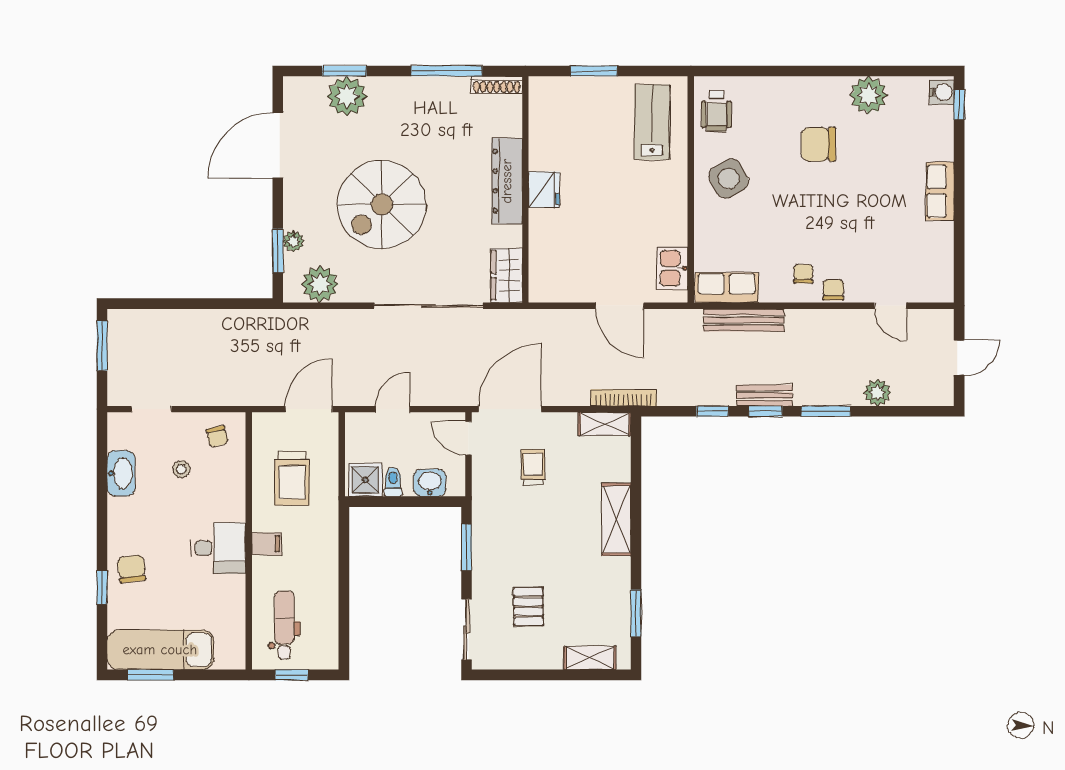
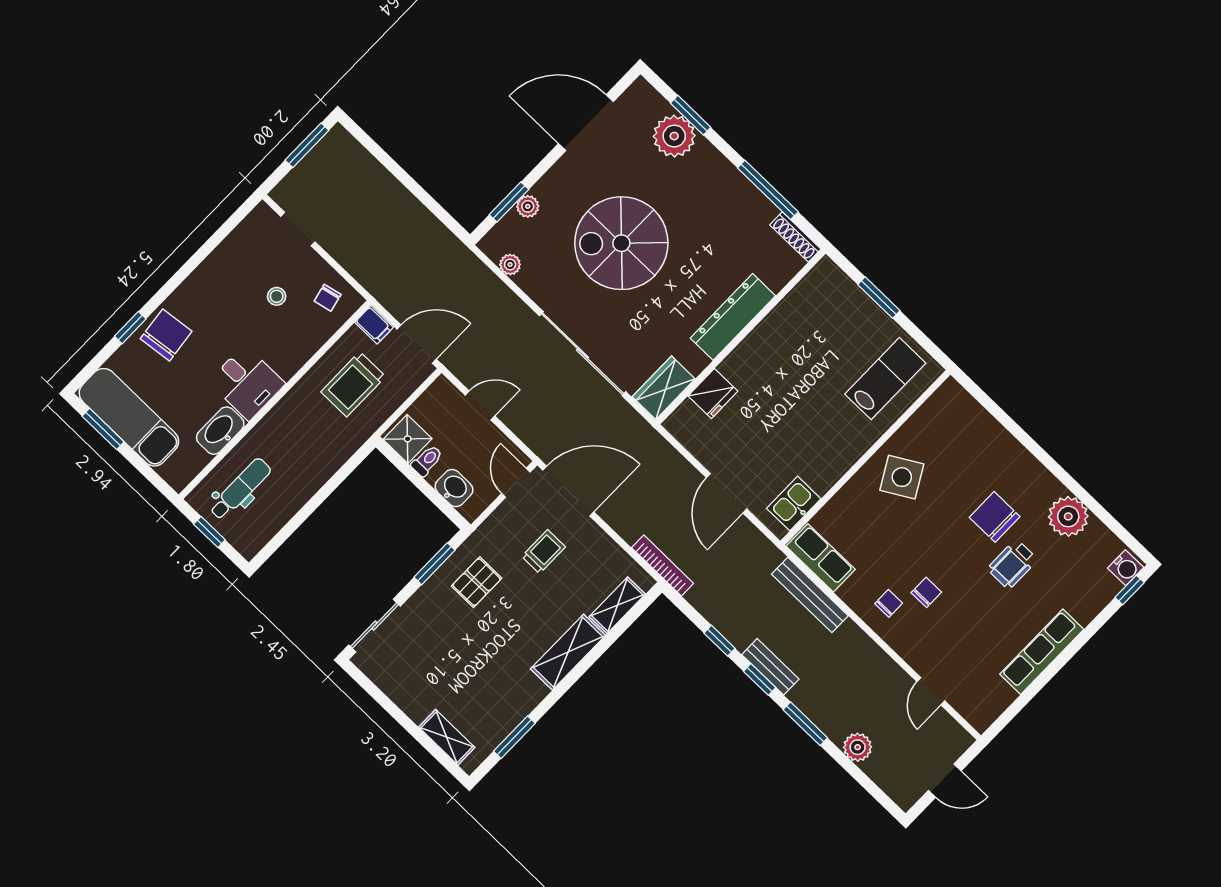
wheelchair: (716, 111) -> (1012, 564), moved
fridge: (544, 190) -> (713, 394), moved
row of seats: (940, 191) -> (1042, 652), width x1.48
plant: (320, 284) -> (510, 264), width x0.53, depth x0.53
chair: (833, 290) -> (926, 592), moved
shelving: (605, 424) -> (617, 605), moved, turned 90
washbasin: (121, 473) -> (220, 431), moved, turned 180
filing cabinet: (267, 544) -> (374, 325), moved
chair: (131, 569) -> (166, 335), width x1.37, depth x1.37
pallet: (528, 607) -> (477, 582), moved

